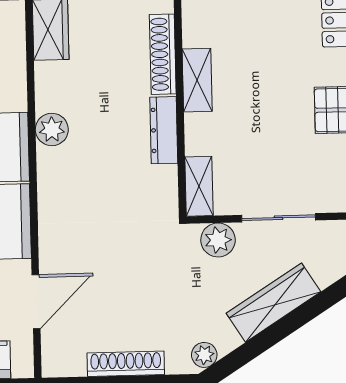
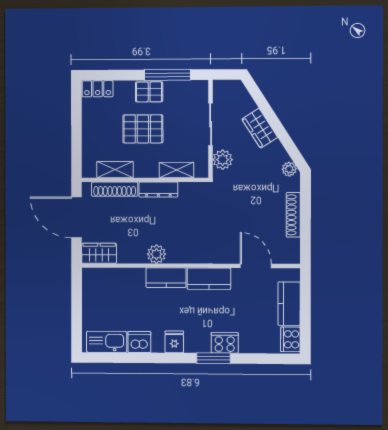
shelving: (197, 80) -> (115, 170), moved
pallet: (268, 101) -> (143, 129), added
shelving: (199, 186) -> (176, 170), moved
wardrobe: (273, 303) -> (260, 128), width x0.67

